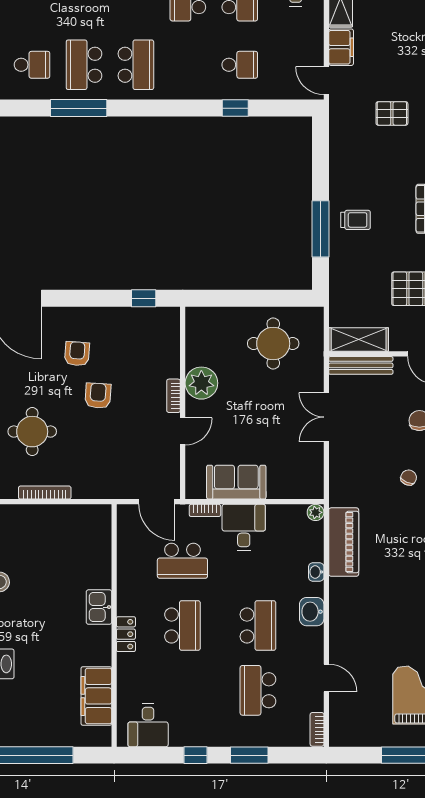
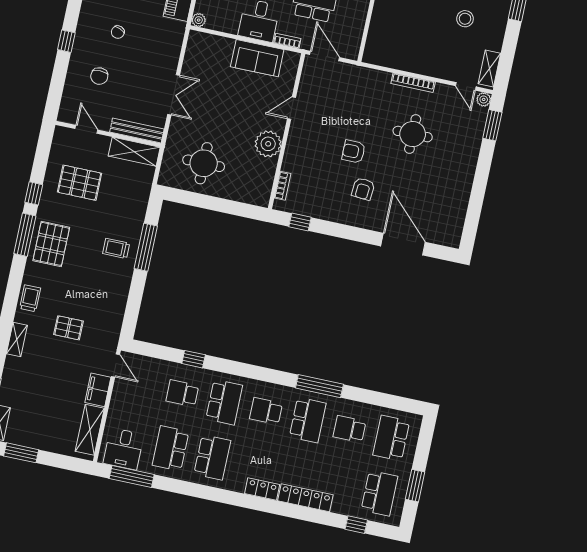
school desk: (136, 65) -> (266, 411), width x0.54
school desk: (188, 65) -> (224, 402), added
armchair: (98, 396) -> (354, 152), turned 86
bookcase: (174, 396) -> (283, 186), moved

